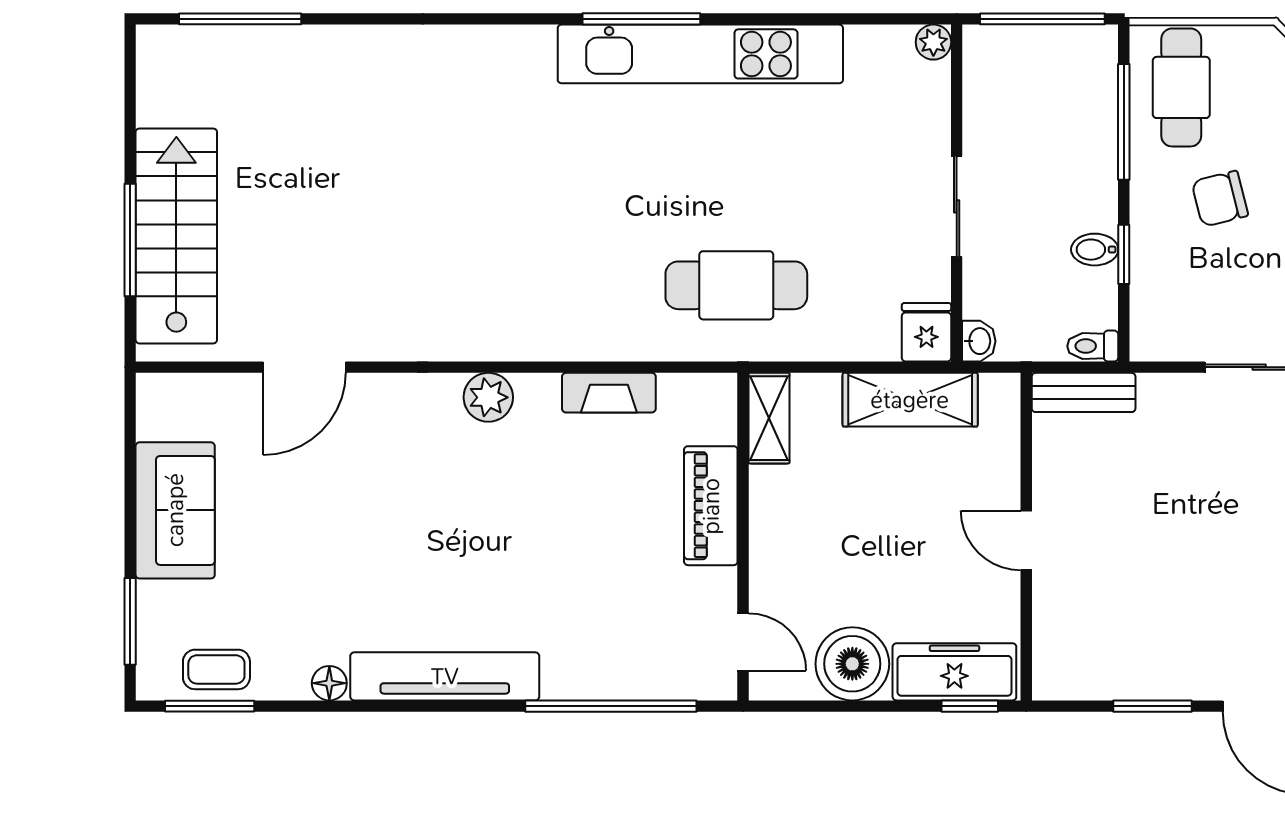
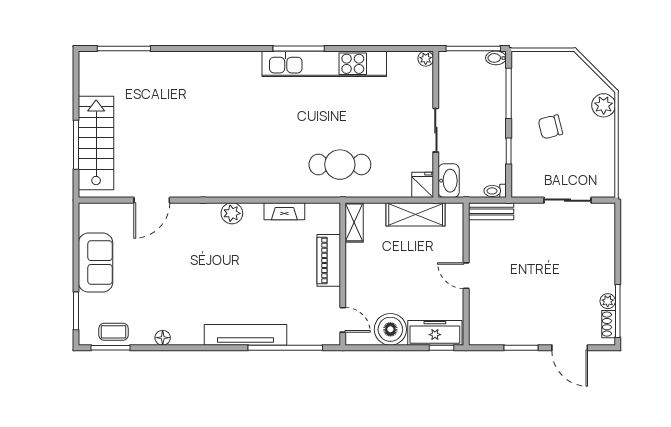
cafe table: (1181, 87) -> (534, 78), removed
bidet: (1095, 250) -> (496, 58), moved
washbasin: (979, 341) -> (449, 181), width x1.91, depth x1.45
tv unit: (445, 676) -> (245, 335), moved

